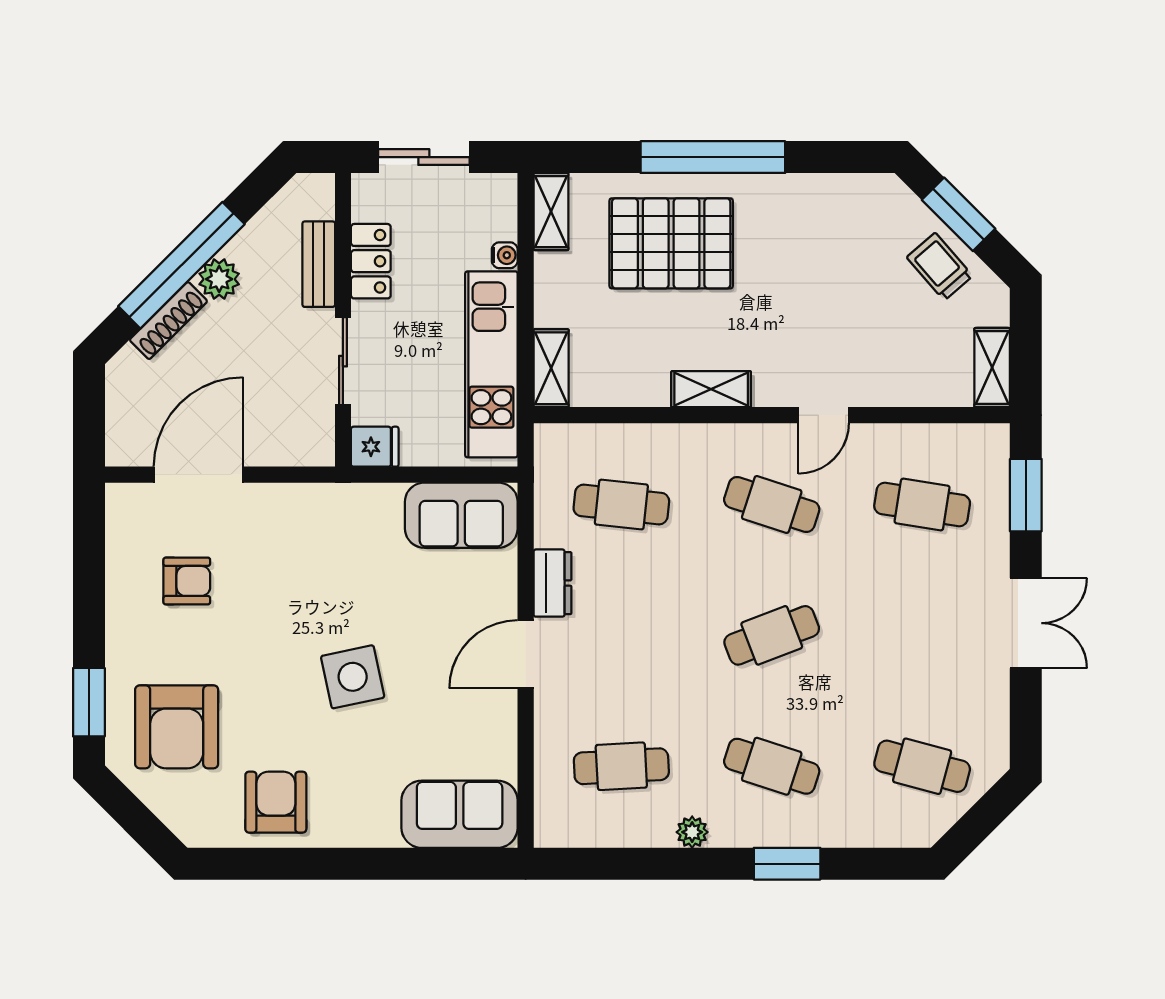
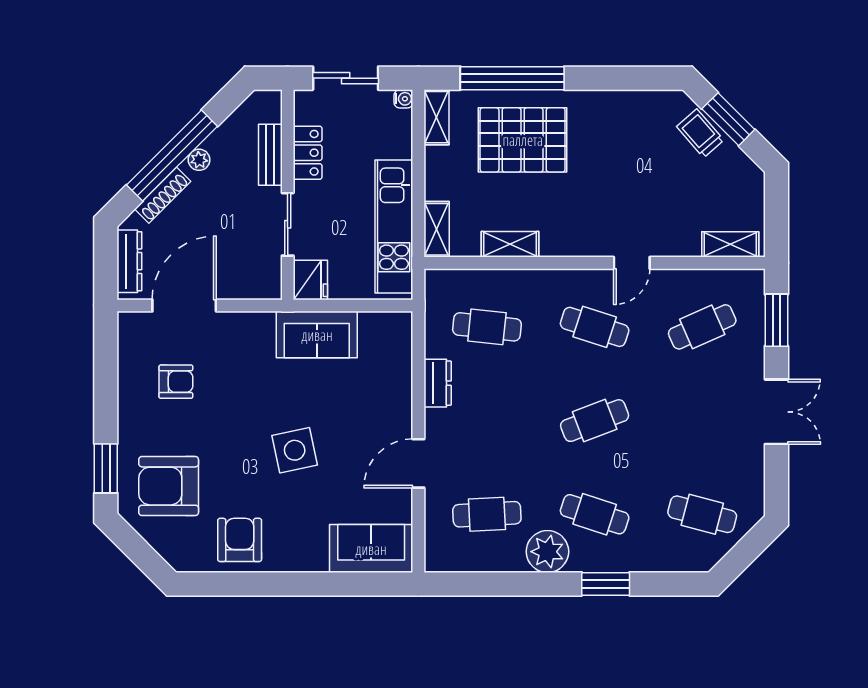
window: (713, 157) -> (512, 78), moved
water cooler: (505, 255) -> (403, 99), moved
trolley: (940, 267) -> (700, 133), moved
plant: (219, 279) -> (199, 160), width x0.73, depth x0.73
shelving: (992, 368) -> (730, 244), moved, turned 90
shelving: (711, 389) -> (510, 244), moved
dresser: (122, 413) -> (129, 261), added
fridge: (375, 447) -> (310, 280), width x1.38
cafe table: (922, 505) -> (702, 327), turned -33
sofa: (461, 515) -> (317, 335), moved
door: (526, 654) -> (418, 463), moved
armchair: (177, 727) -> (169, 486), turned 90
plant: (692, 832) -> (547, 552), width x1.87, depth x1.87

